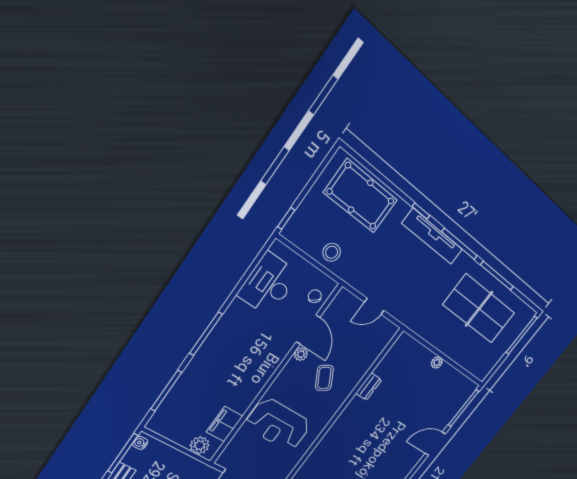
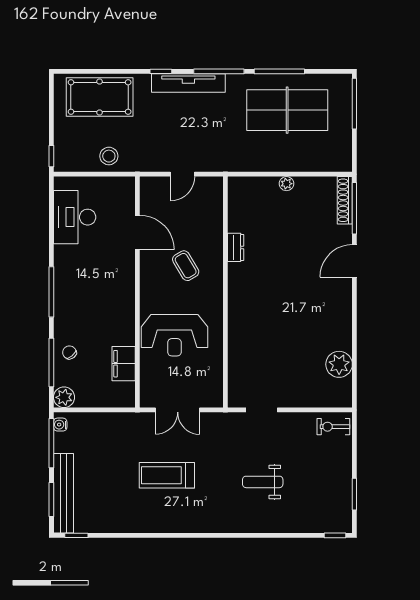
chair: (315, 296) -> (69, 352), moved
plant: (301, 354) -> (147, 258), removed
shoe rack: (462, 399) -> (345, 200), added
plant: (200, 445) -> (64, 397), moved

